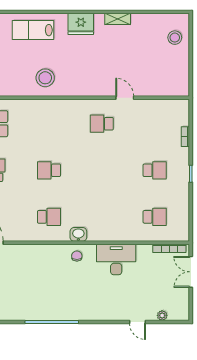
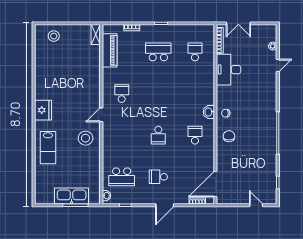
shelving: (118, 19) -> (96, 35), moved
door: (125, 98) -> (101, 115), moved
piano: (157, 108) -> (110, 50), added
school desk: (102, 124) -> (122, 94), turned 180
school desk: (155, 170) -> (158, 52), width x1.85
chair: (48, 260) -> (229, 136), added
desk: (116, 260) -> (229, 70), moved

